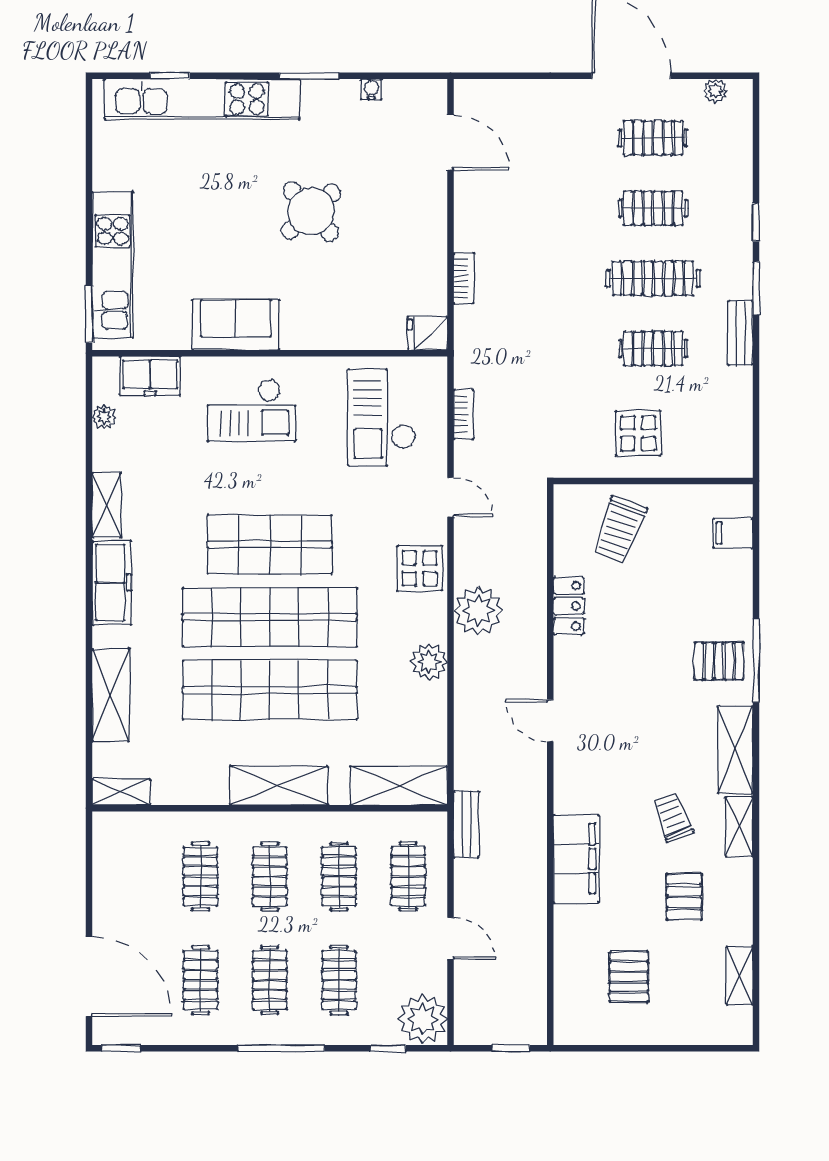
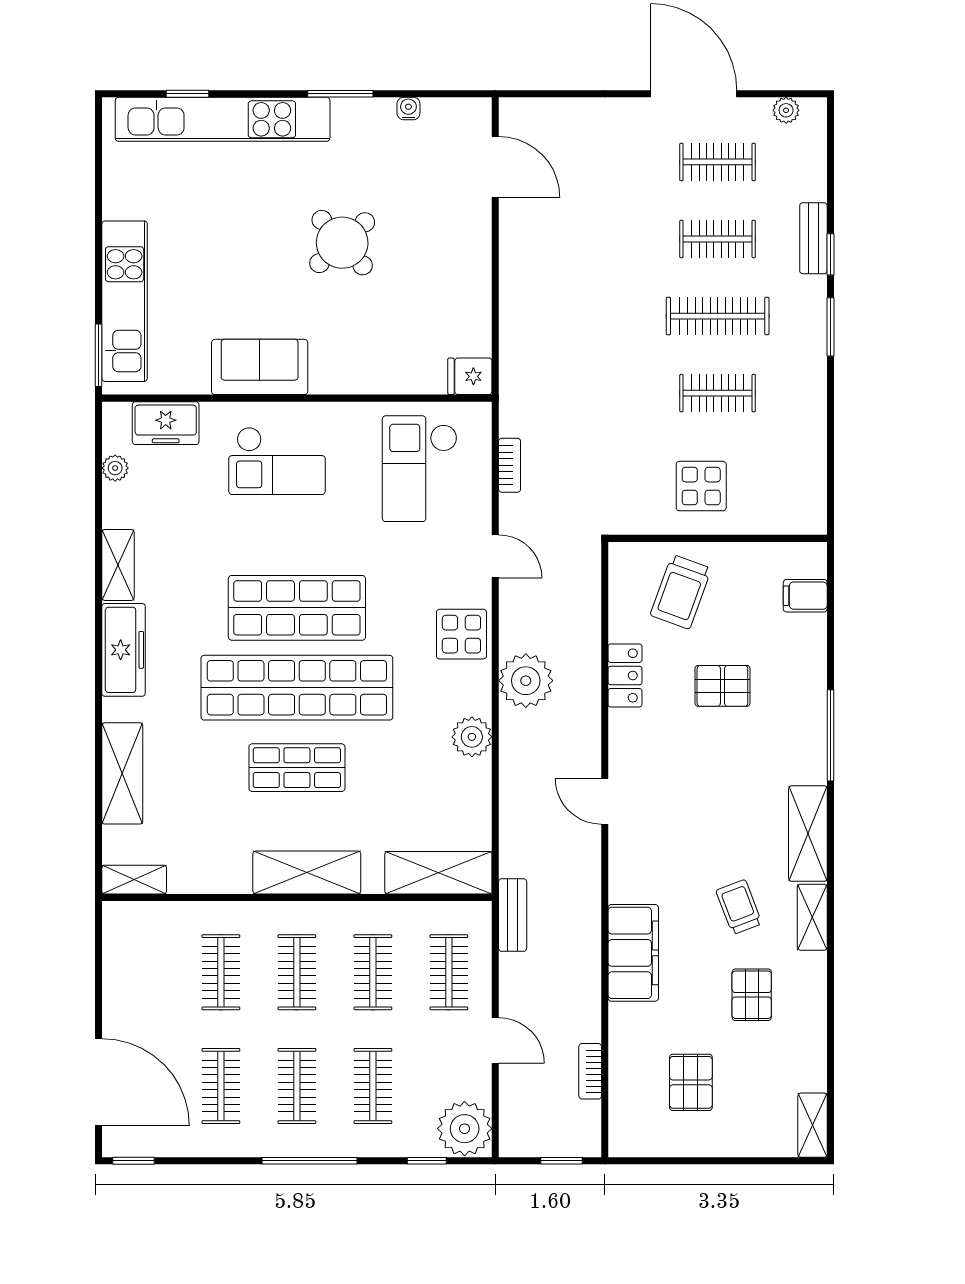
bookcase: (464, 278) -> (590, 1071), moved, turned 180
bench: (740, 333) -> (813, 238), moved
pallet: (719, 661) -> (722, 686), moved
shop shelf: (270, 690) -> (297, 768), width x0.50, depth x0.74
shelving: (740, 976) -> (813, 1125), moved

